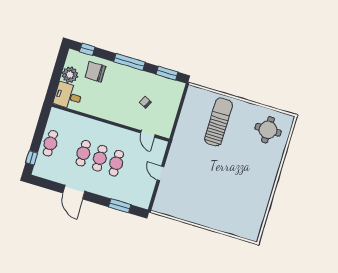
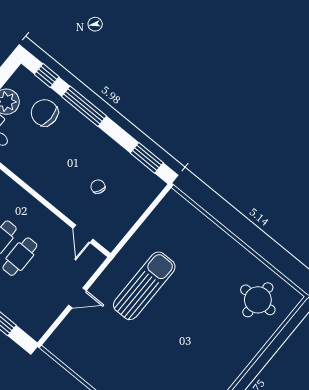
window: (129, 62) -> (84, 106), moved
sun lounger: (218, 122) -> (144, 286), moved
door: (161, 173) -> (77, 298), swing flipped

